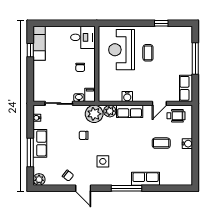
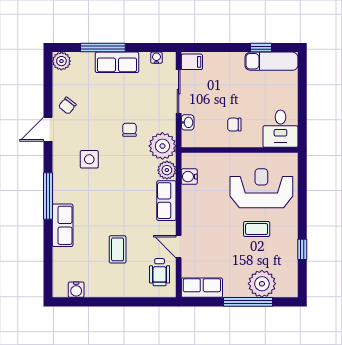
plant: (184, 49) -> (262, 284), added
filing cabinet: (90, 95) -> (192, 62), moved
water cooler: (127, 97) -> (189, 177), moved
water cooler: (187, 144) -> (76, 290), moved

